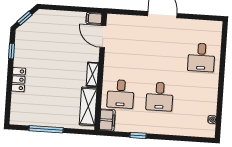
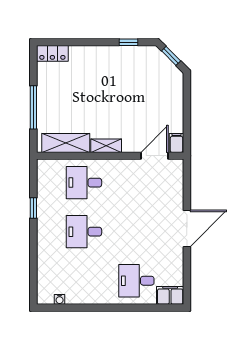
locker: (19, 80) -> (52, 53), moved
filing cabinet: (107, 120) -> (170, 295), moved, turned 180
window: (46, 129) -> (33, 107), moved

